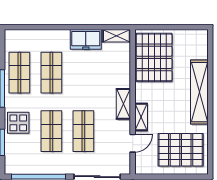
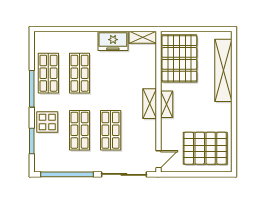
shelving: (199, 92) -> (223, 70), moved
shelving: (141, 117) -> (167, 104), moved
door: (133, 143) -> (158, 159), moved

